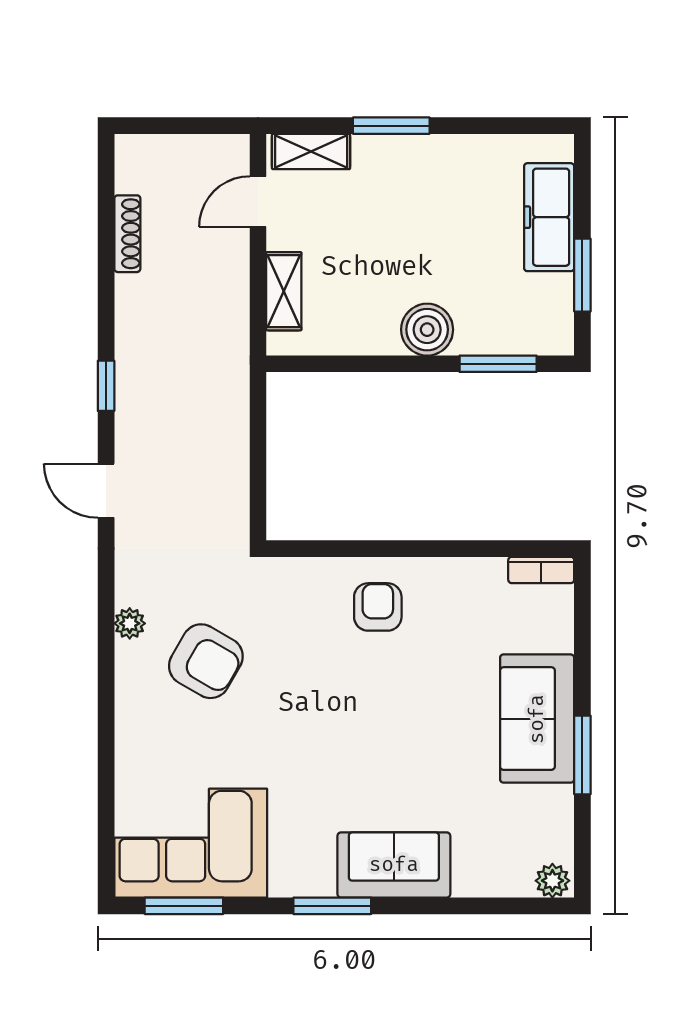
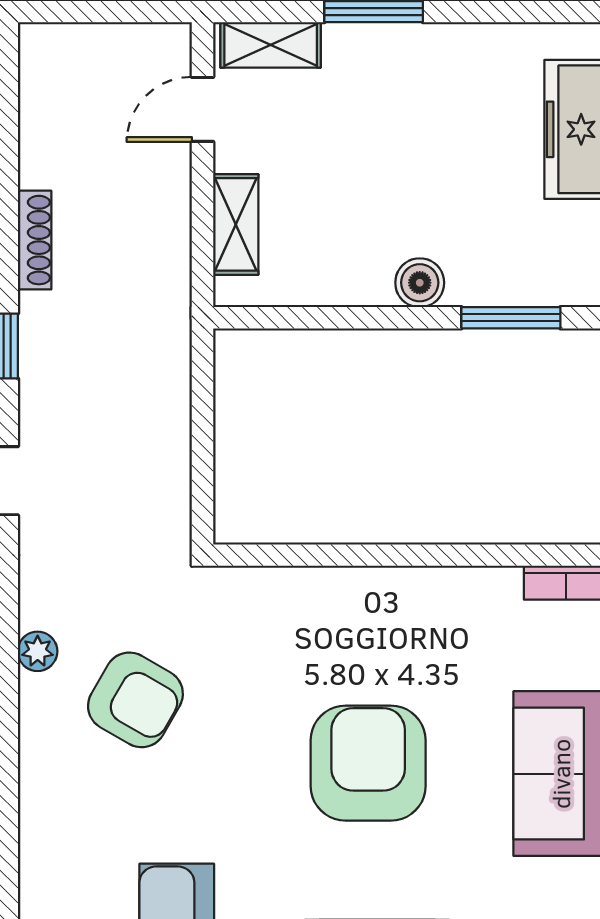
shoe rack: (127, 234) -> (35, 240), moved
boiler: (427, 330) -> (420, 283), width x0.73, depth x0.73
armchair: (378, 607) -> (368, 763), moved, width x1.88, depth x1.88

